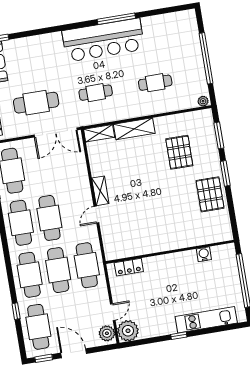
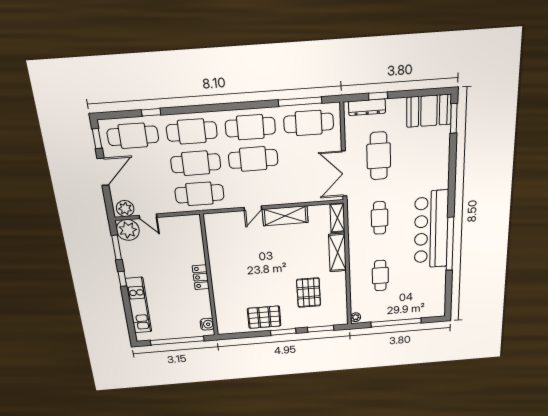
window: (116, 19) -> (450, 244), width x1.46
pallet: (179, 152) -> (309, 293), turned 90
shelving: (100, 191) -> (285, 216), width x1.50, depth x1.33
door: (96, 215) -> (253, 208), swing flipped
water cooler: (204, 254) -> (207, 324), moved
locker: (129, 267) -> (201, 277), moved
window: (147, 341) -> (117, 247), added

